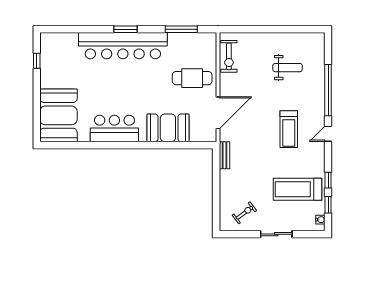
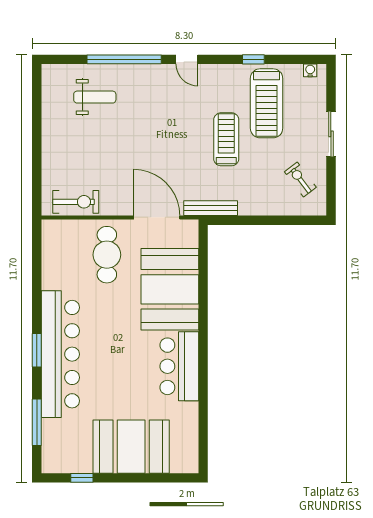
window: (181, 29) -> (37, 422), moved
weight bench: (288, 68) -> (95, 97), moved, turned 90
booth: (58, 115) -> (131, 447), moved
booth: (168, 128) -> (170, 289), width x1.36, depth x1.42
treadmill: (289, 129) -> (226, 139), moved, turned -90
bench: (224, 155) -> (211, 208), width x1.36
window: (328, 205) -> (289, 59), removed

